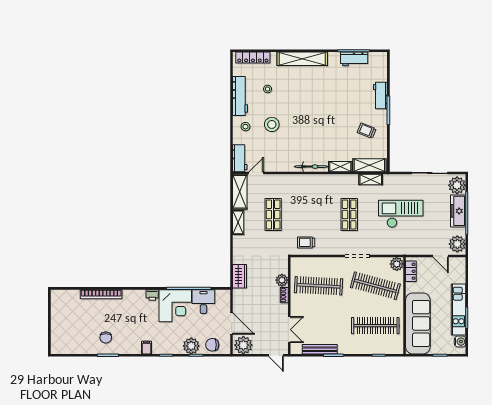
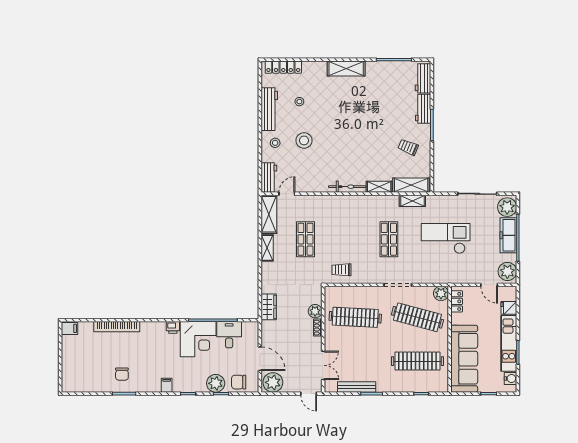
shelving: (302, 59) -> (346, 69), width x0.68
workbench: (354, 59) -> (423, 78), moved, turned 90
fridge: (459, 277) -> (509, 308), added
filing cabinet: (58, 296) -> (69, 328), added

